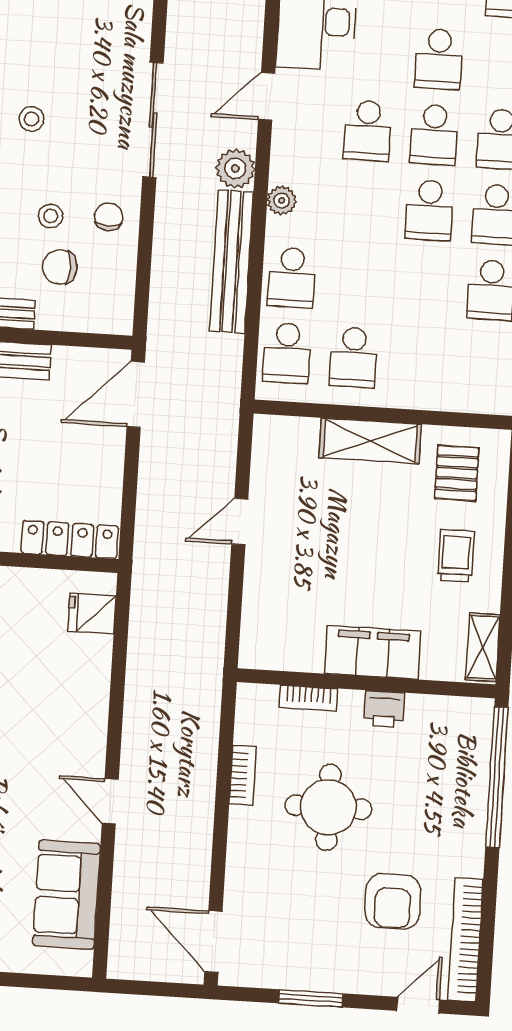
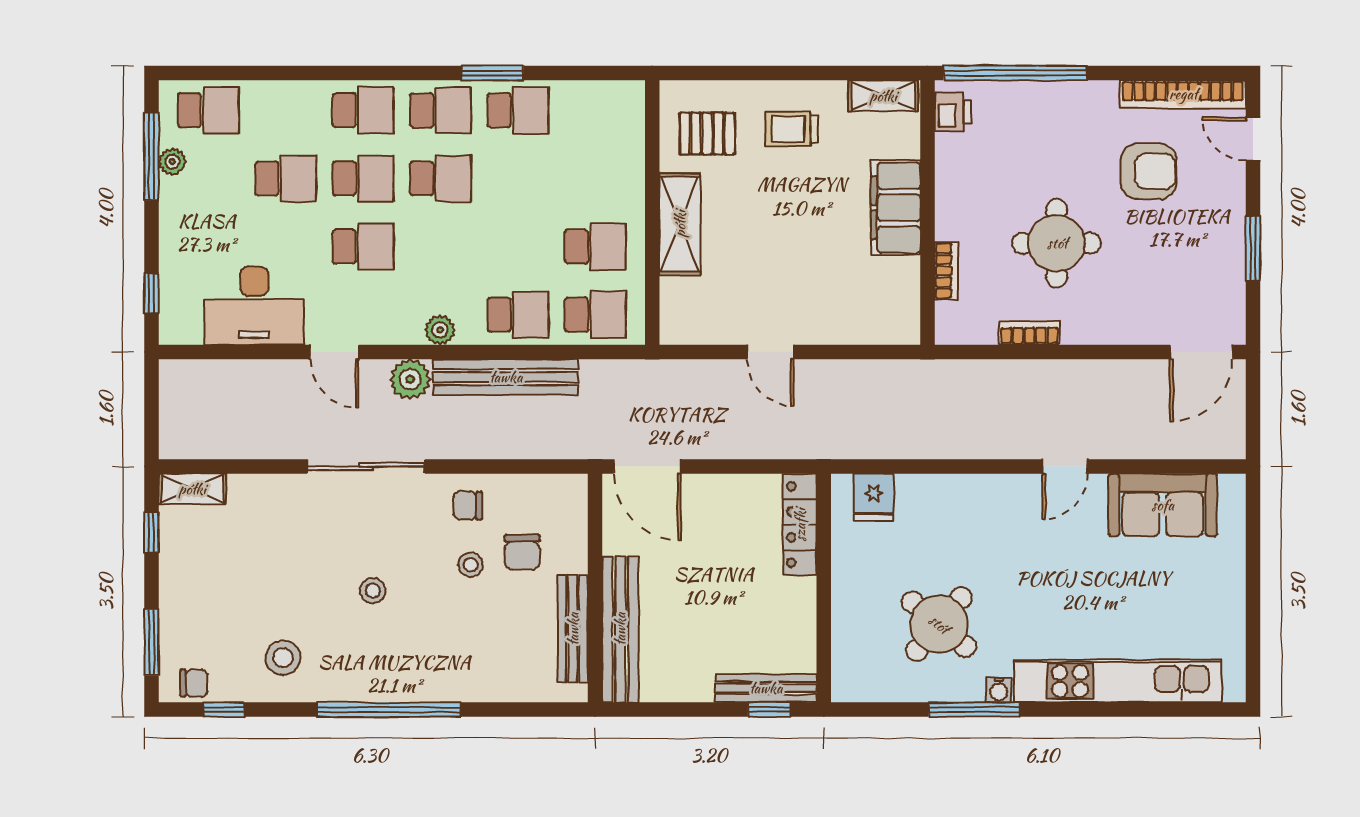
printer: (384, 709) -> (953, 112), moved

